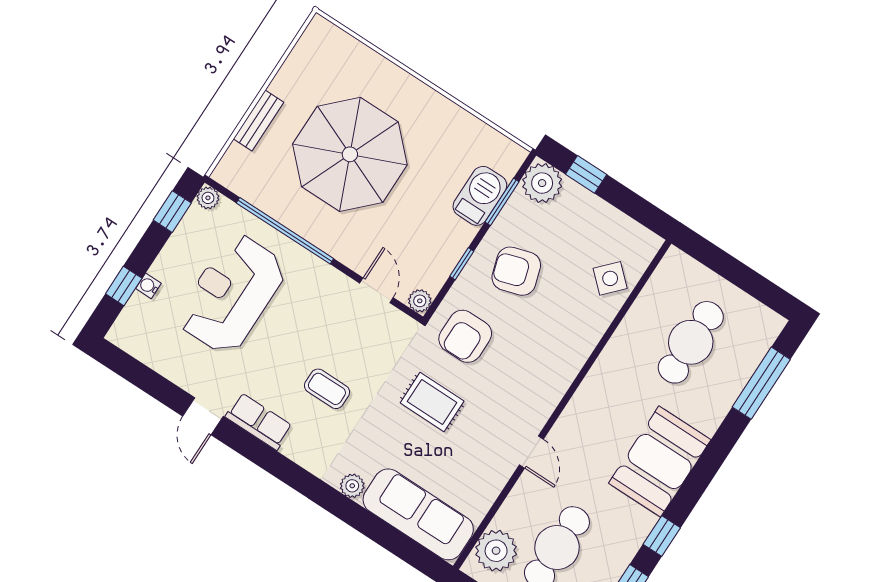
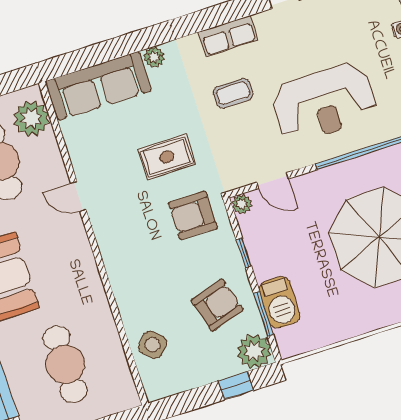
armchair: (516, 271) -> (217, 305), moved
reception desk: (232, 294) -> (324, 103), moved, turned 90
armchair: (465, 336) -> (193, 215), turned -90
row of seats: (259, 421) -> (228, 36), moved

